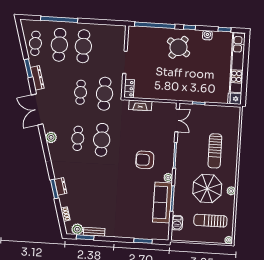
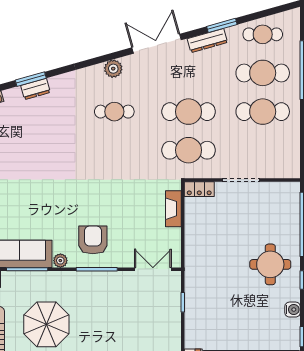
round table: (178, 47) -> (270, 264), turned -35
cafe table: (81, 92) -> (189, 112), width x1.37, depth x1.35
double door: (177, 120) -> (153, 269), swing flipped
cafe table: (102, 140) -> (114, 150), removed
sun lounger: (215, 151) -> (108, 333), removed
armchair: (145, 160) -> (93, 240), moved

